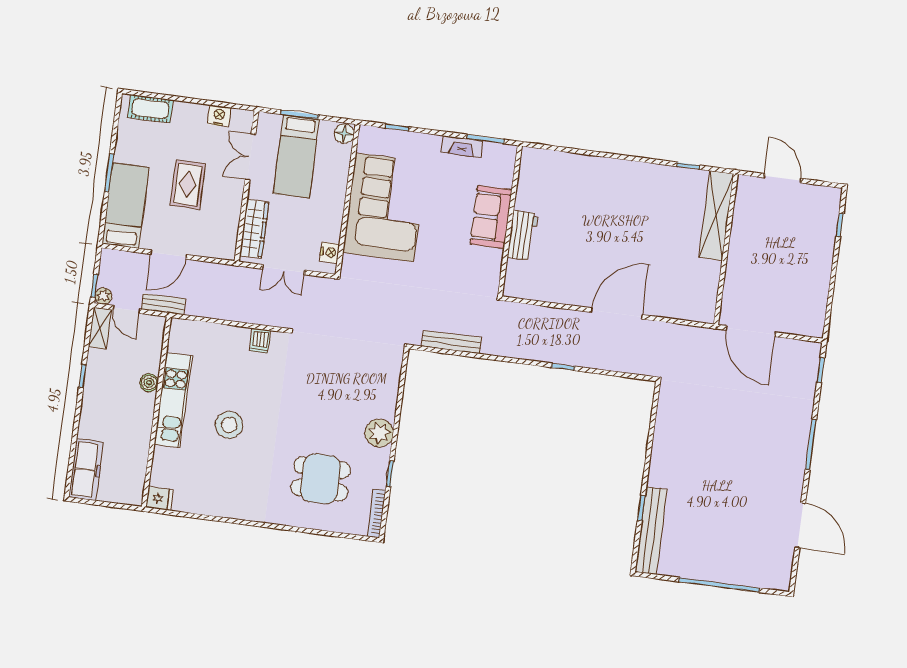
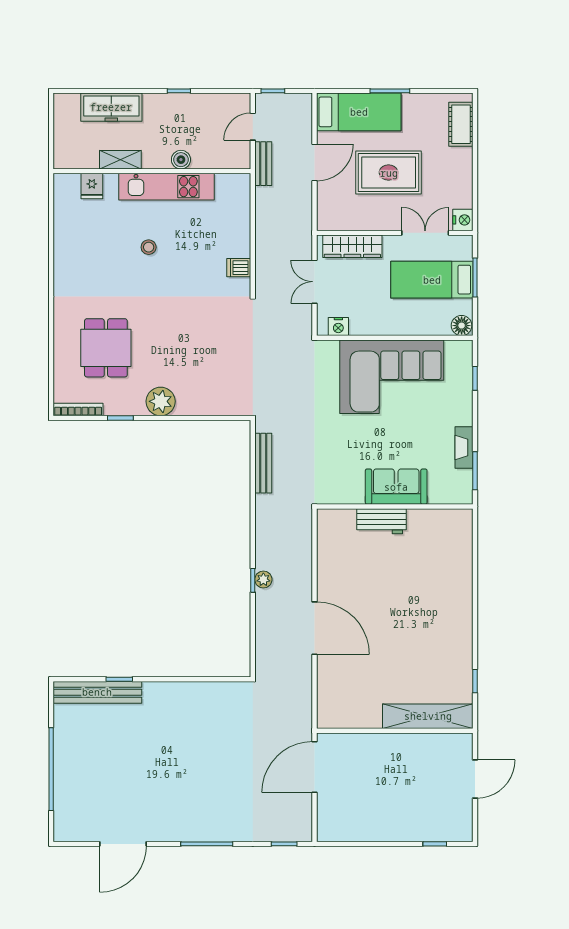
nightstand: (219, 116) -> (463, 220), moved
rug: (188, 185) -> (389, 173), width x1.36, depth x1.43
door: (169, 254) -> (315, 162), swing flipped
plant: (103, 296) -> (263, 580), moved
shelving: (100, 328) -> (120, 160), moved
stool: (229, 425) -> (149, 247), width x0.53, depth x0.53
freezer: (86, 470) -> (111, 107), moved
fridge: (160, 499) -> (92, 186), moved

